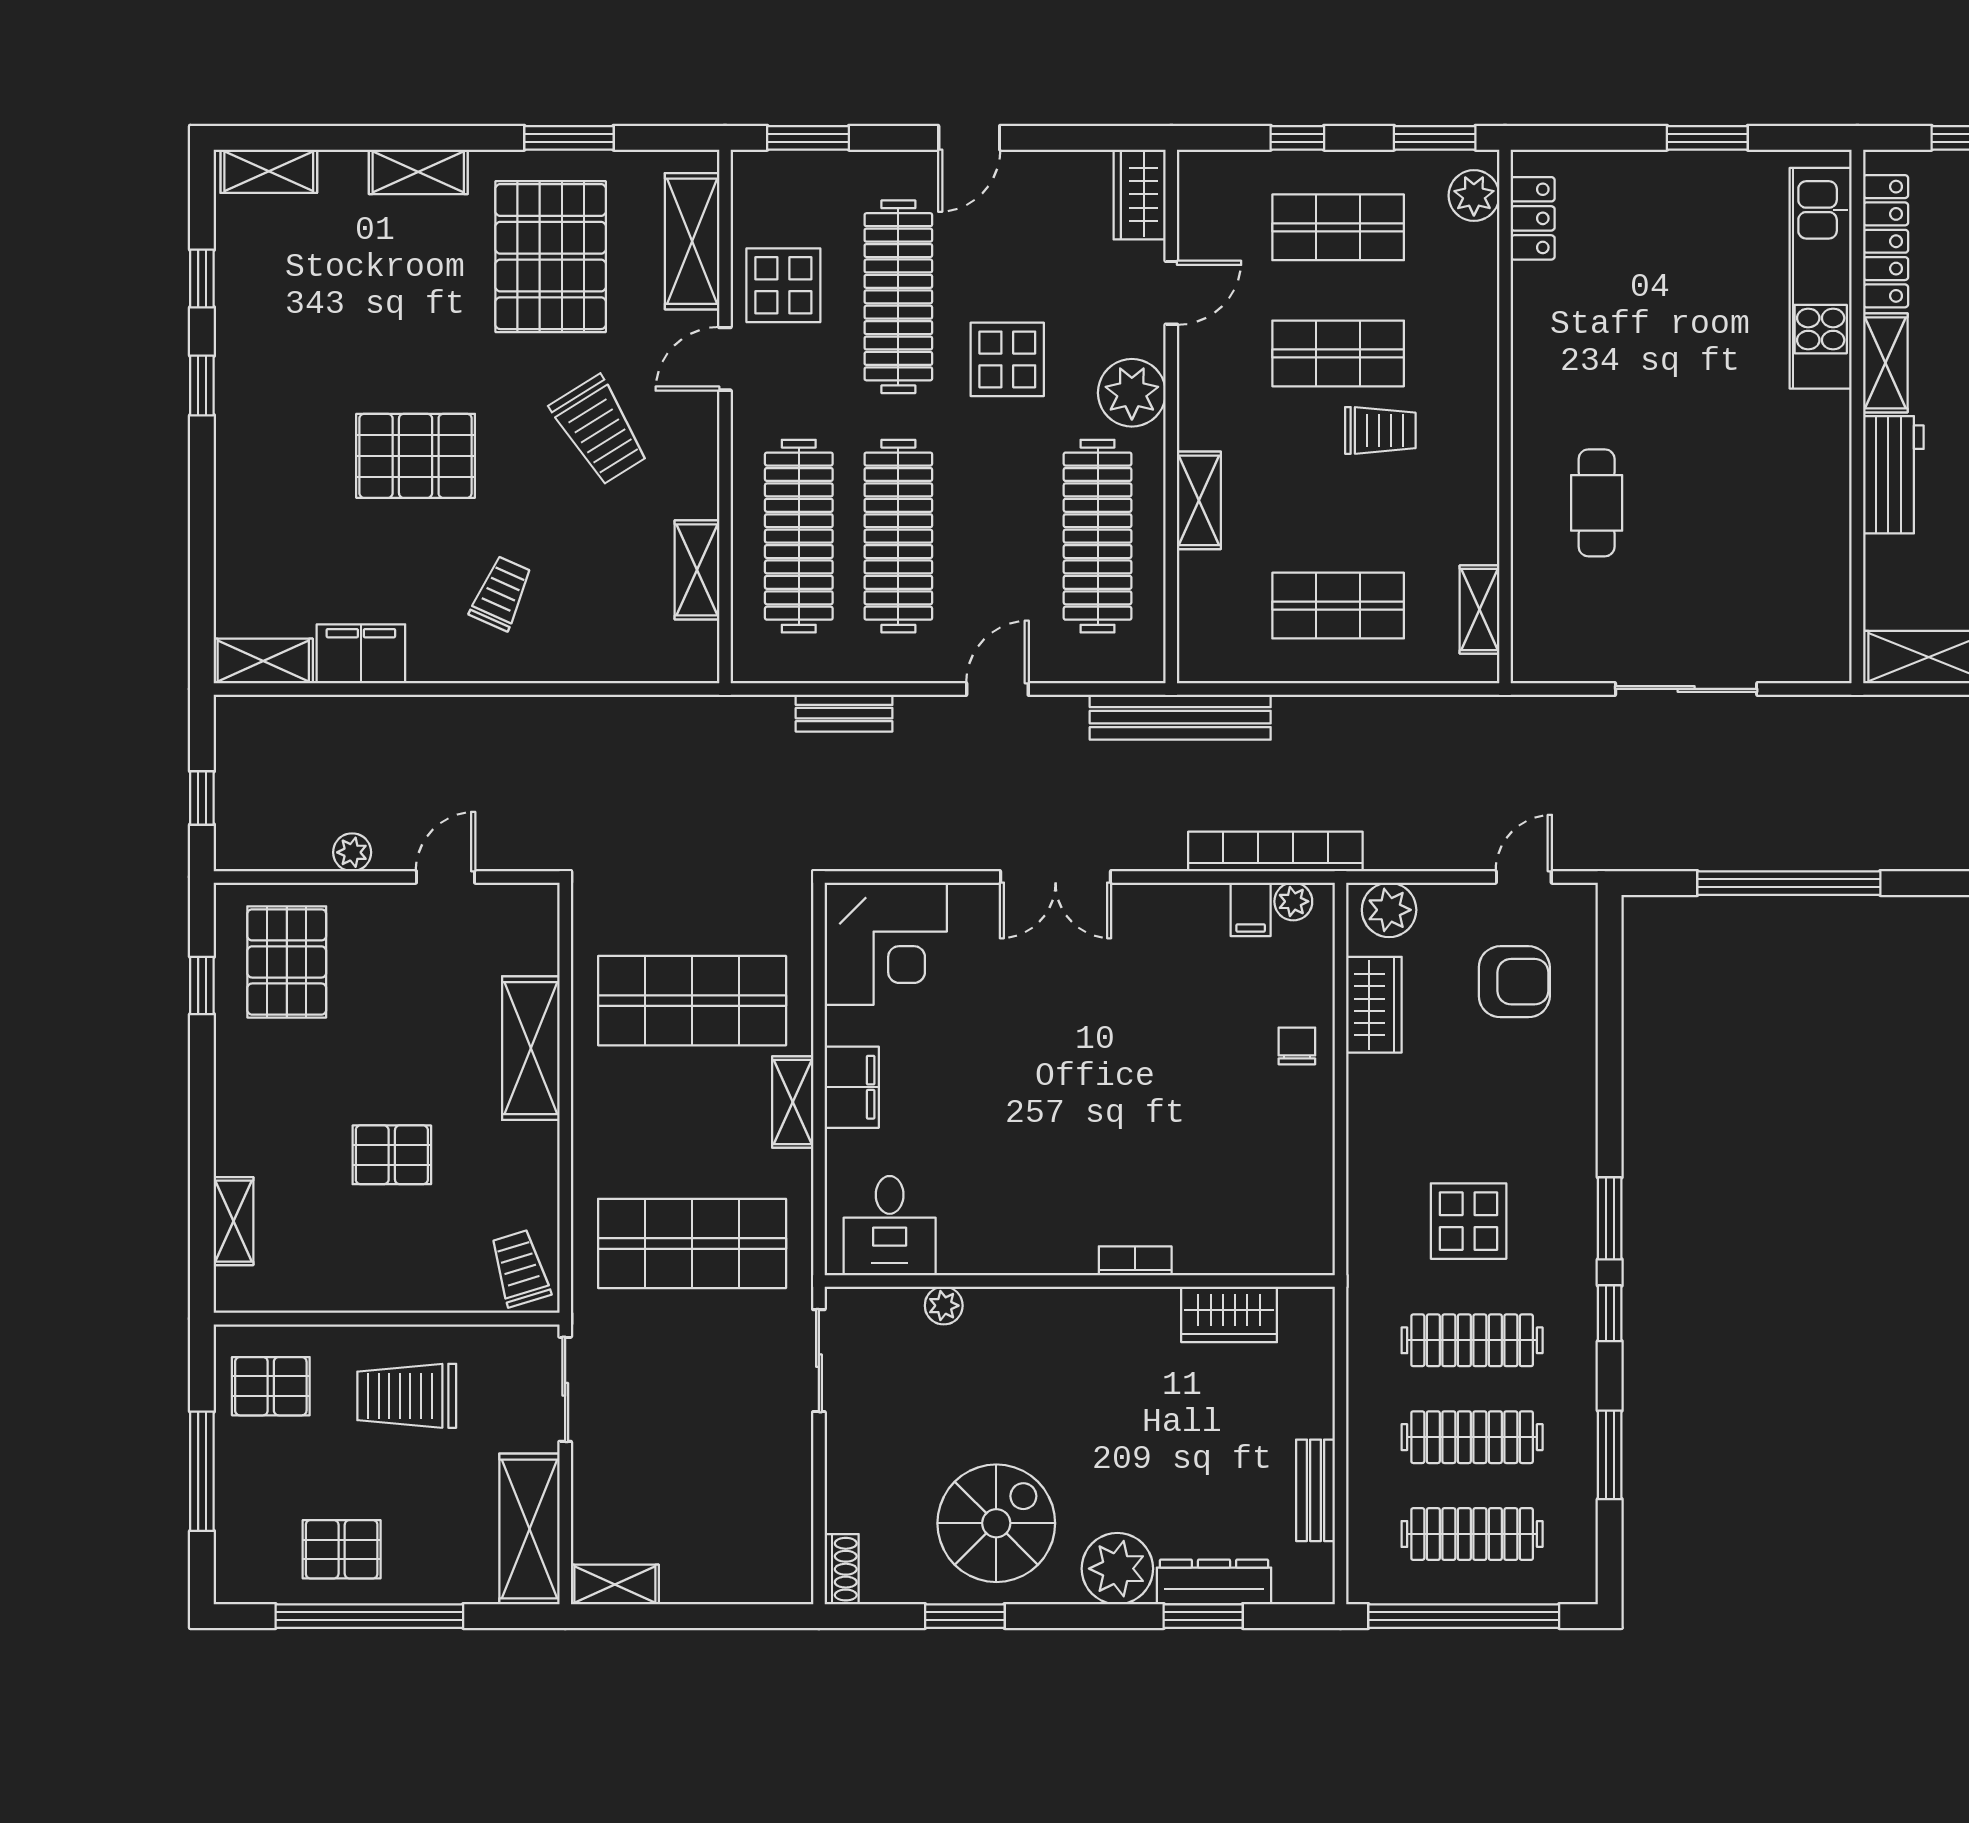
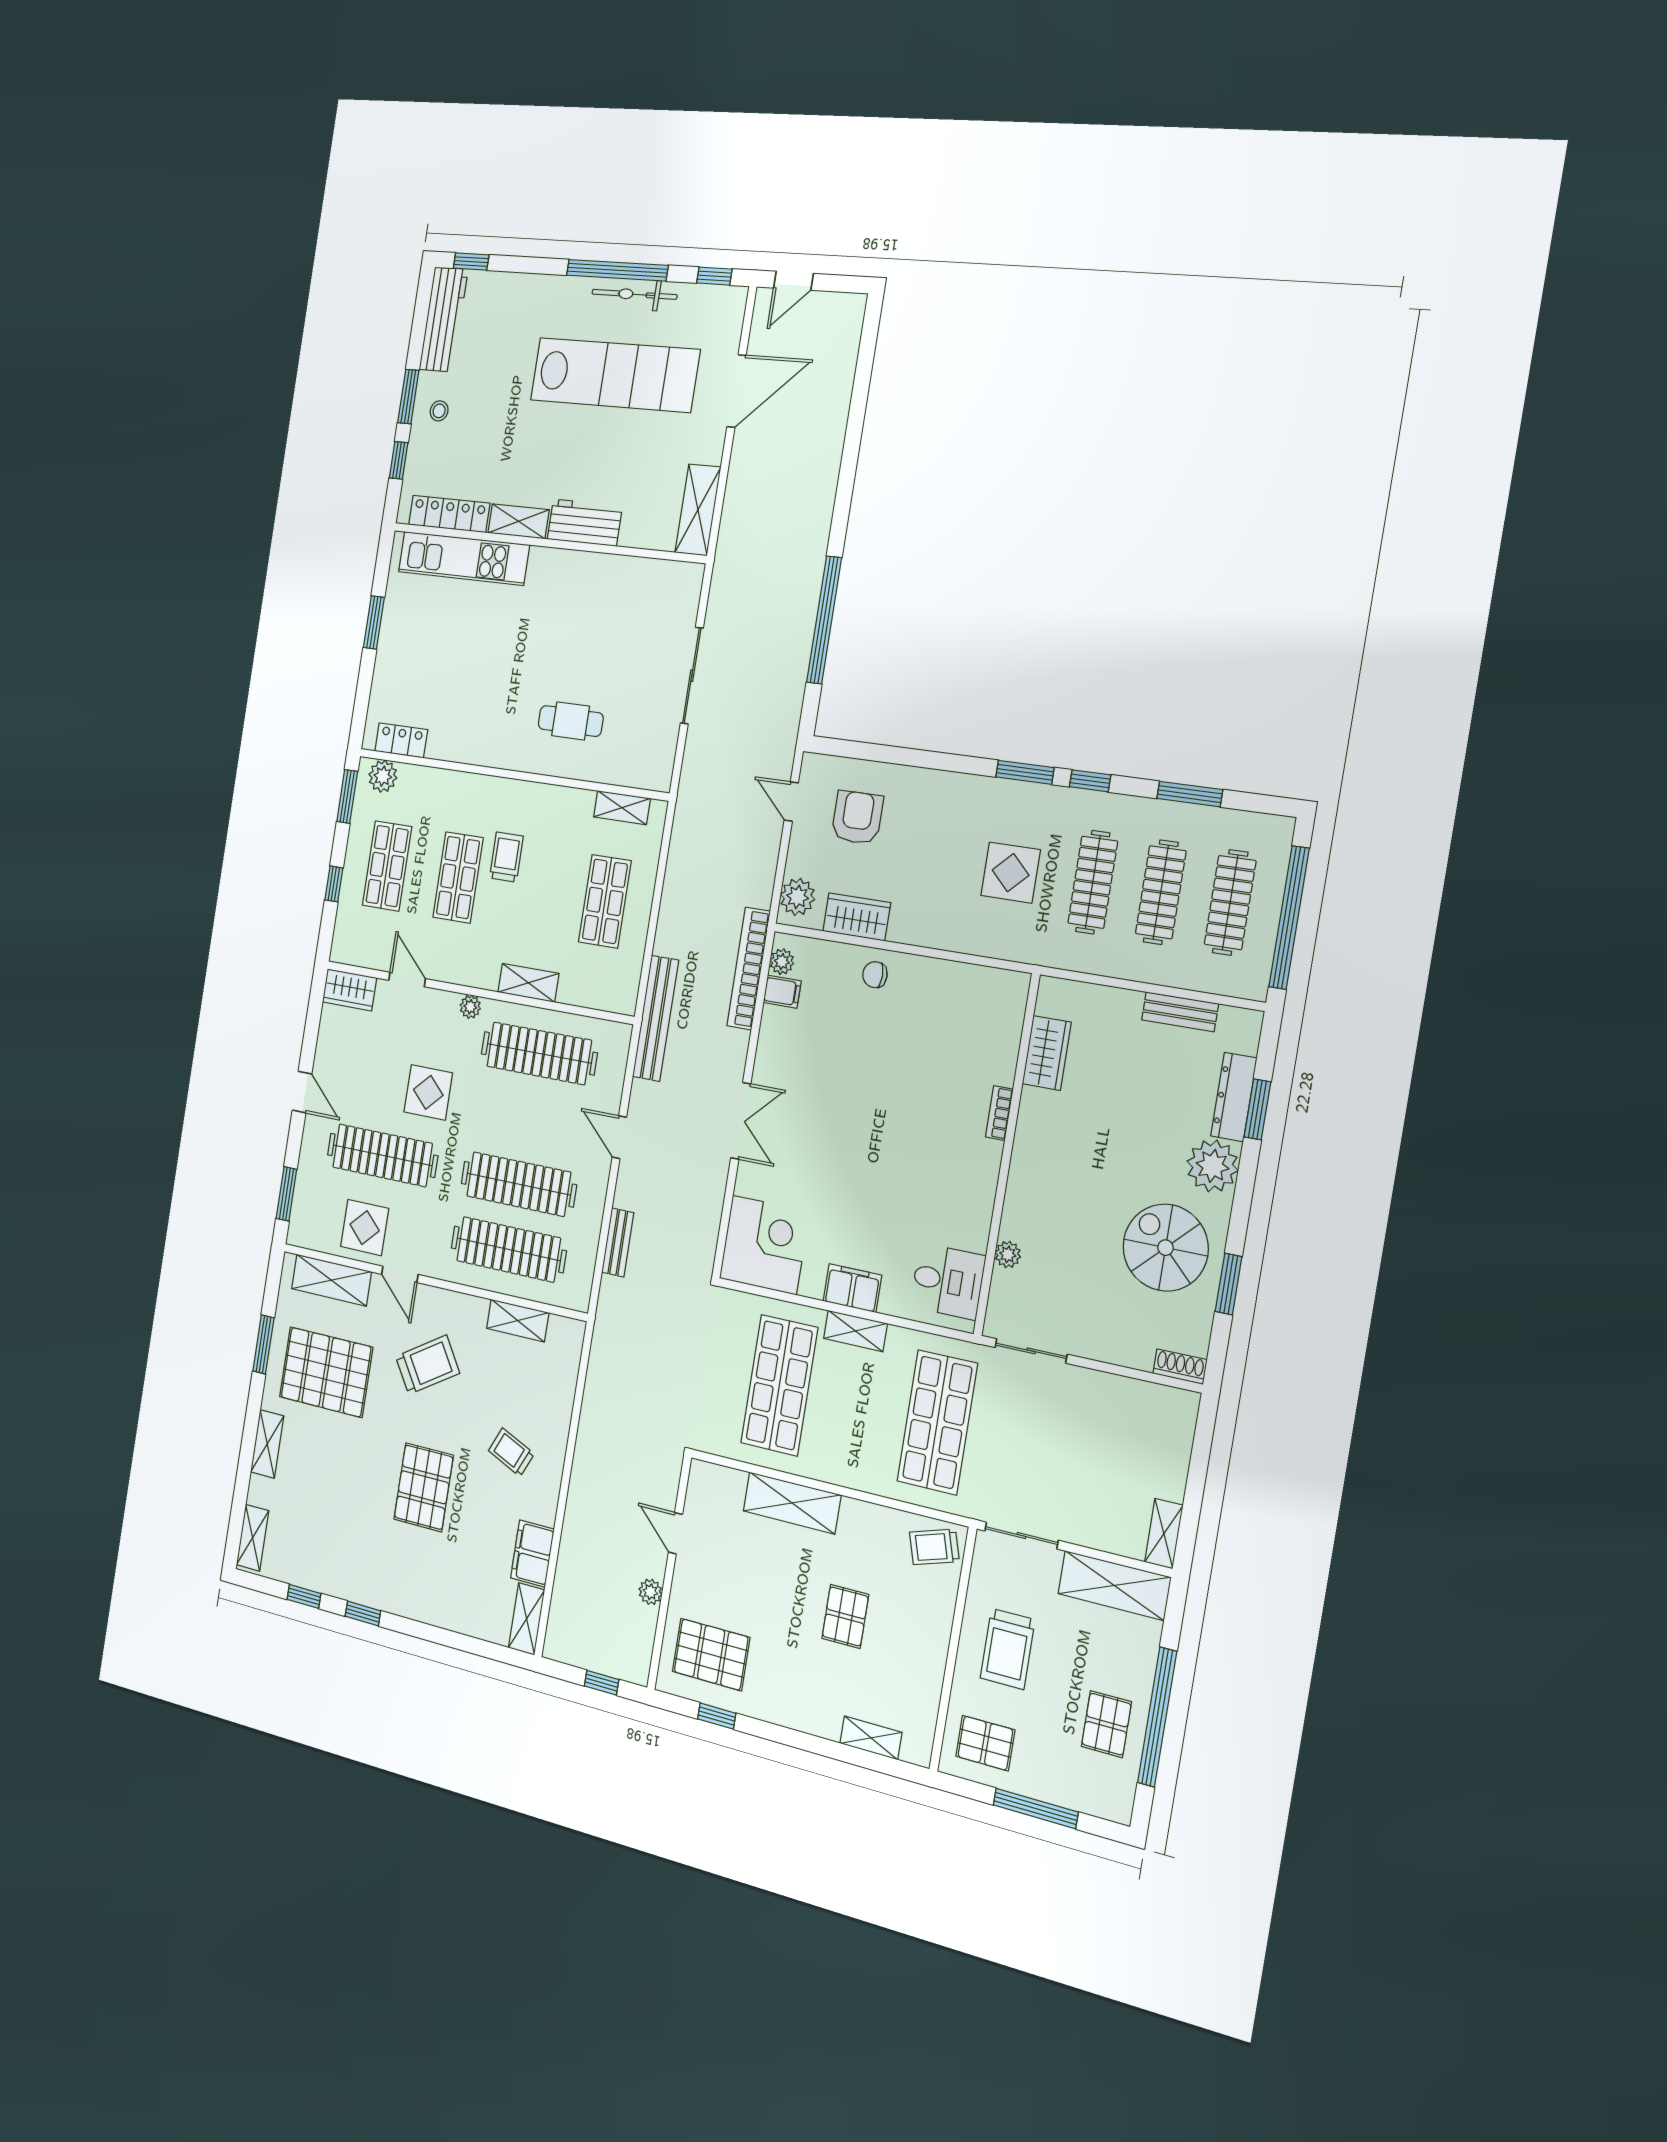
plant: (1132, 393) -> (470, 1007), width x0.53, depth x0.53
pallet: (271, 1386) -> (985, 1743), turned 90

